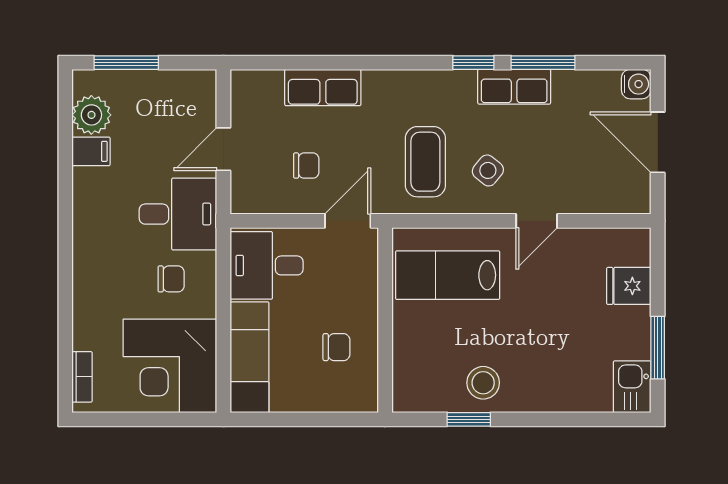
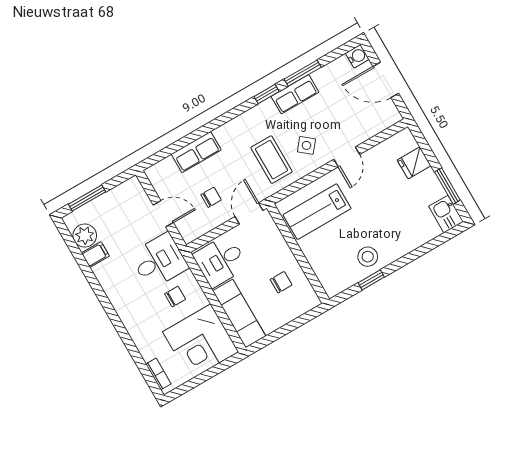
door: (223, 149) -> (163, 214), swing flipped

